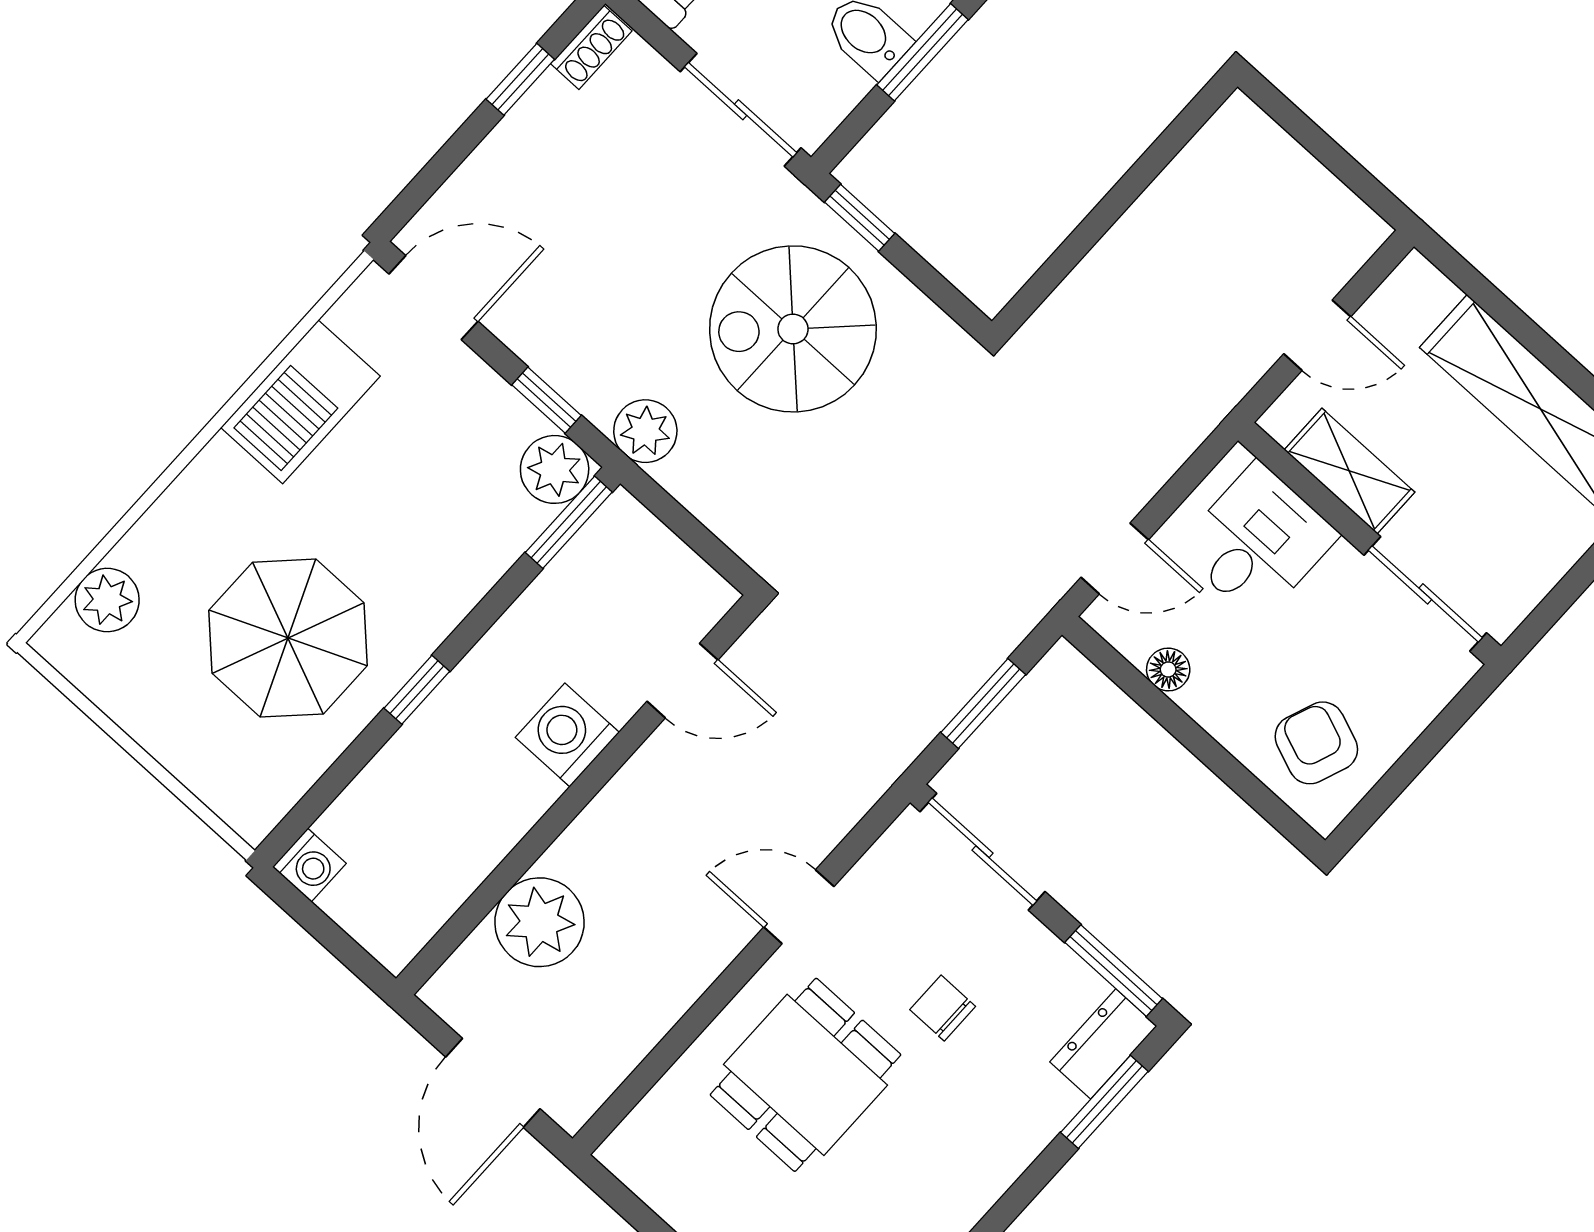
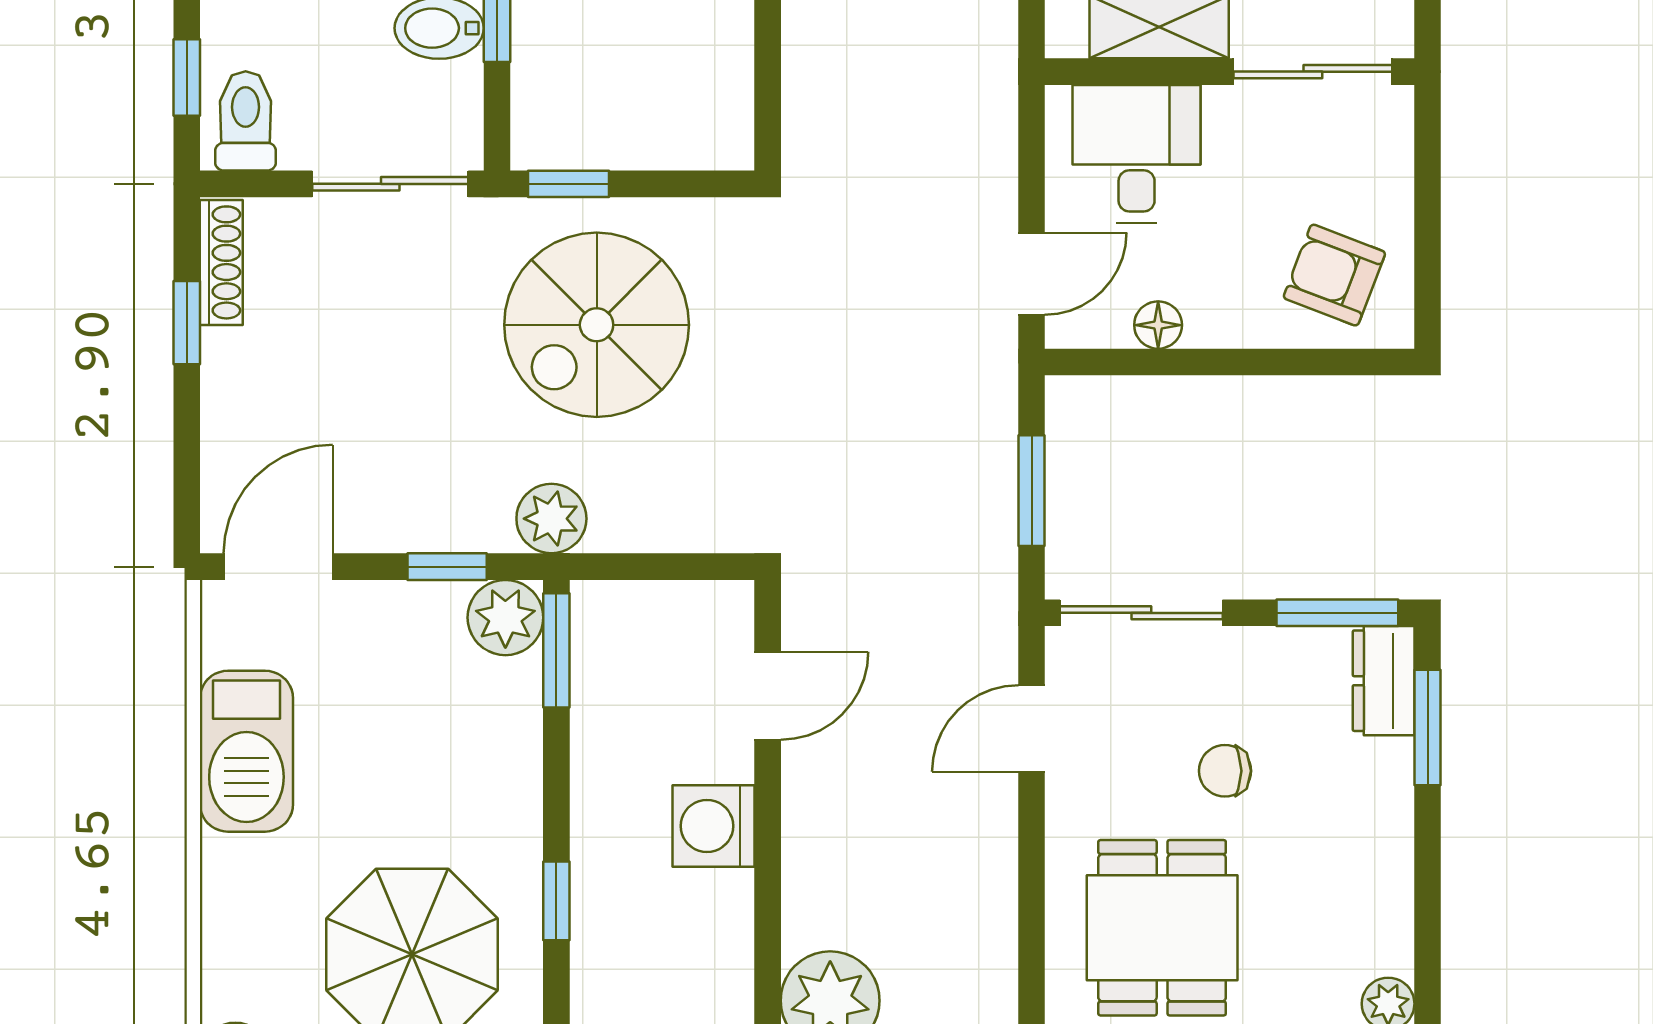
shoe rack: (591, 47) -> (221, 262), width x1.43
door: (799, 907) -> (1032, 729), moved

